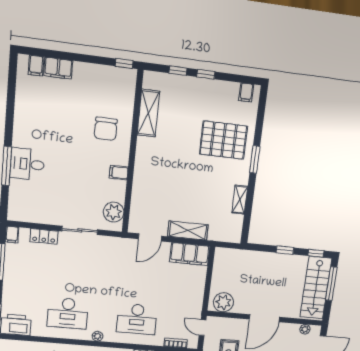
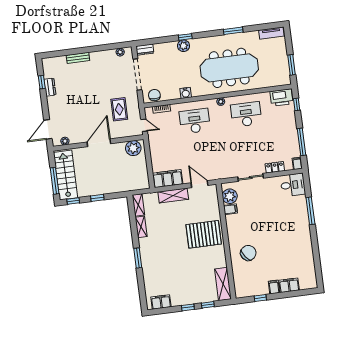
window: (124, 63) -> (260, 298), moved
filing cabinet: (36, 66) -> (274, 287), moved
filing cabinet: (246, 92) -> (161, 302), width x2.00
shelving: (148, 113) -> (223, 284), moved
chair: (106, 129) -> (248, 253), turned 53
pallet: (224, 140) -> (204, 234), moved
desk: (27, 164) -> (293, 185), moved
filing cabinet: (119, 173) -> (230, 209), moved
shelving: (236, 229) -> (138, 205), added
door: (150, 237) -> (199, 184), hinge flipped

